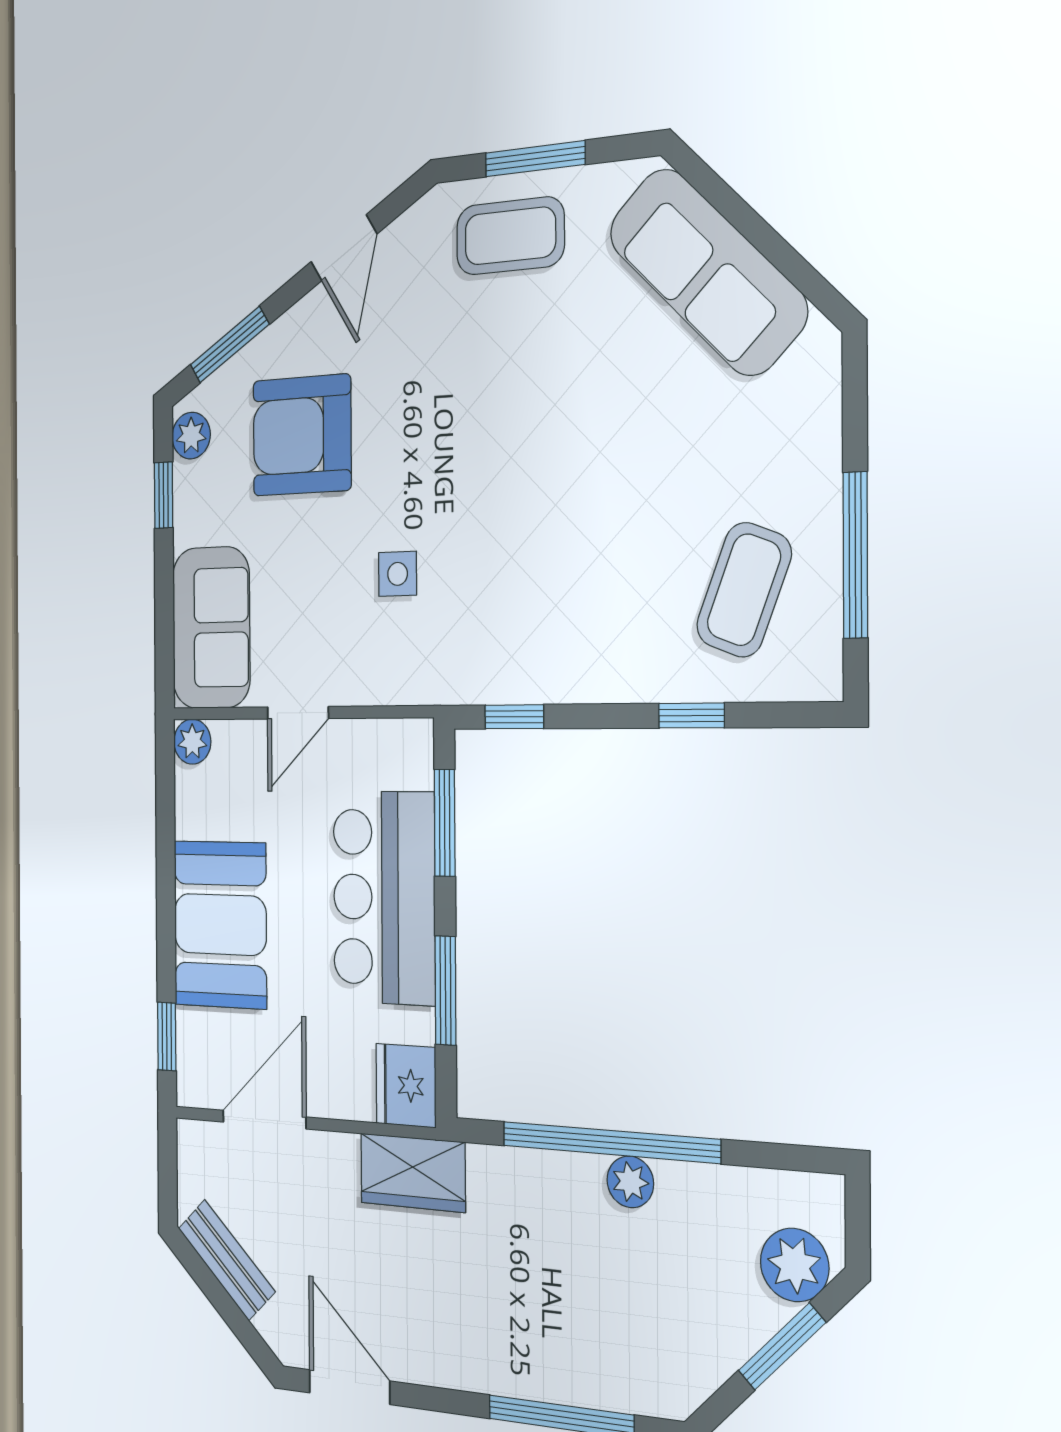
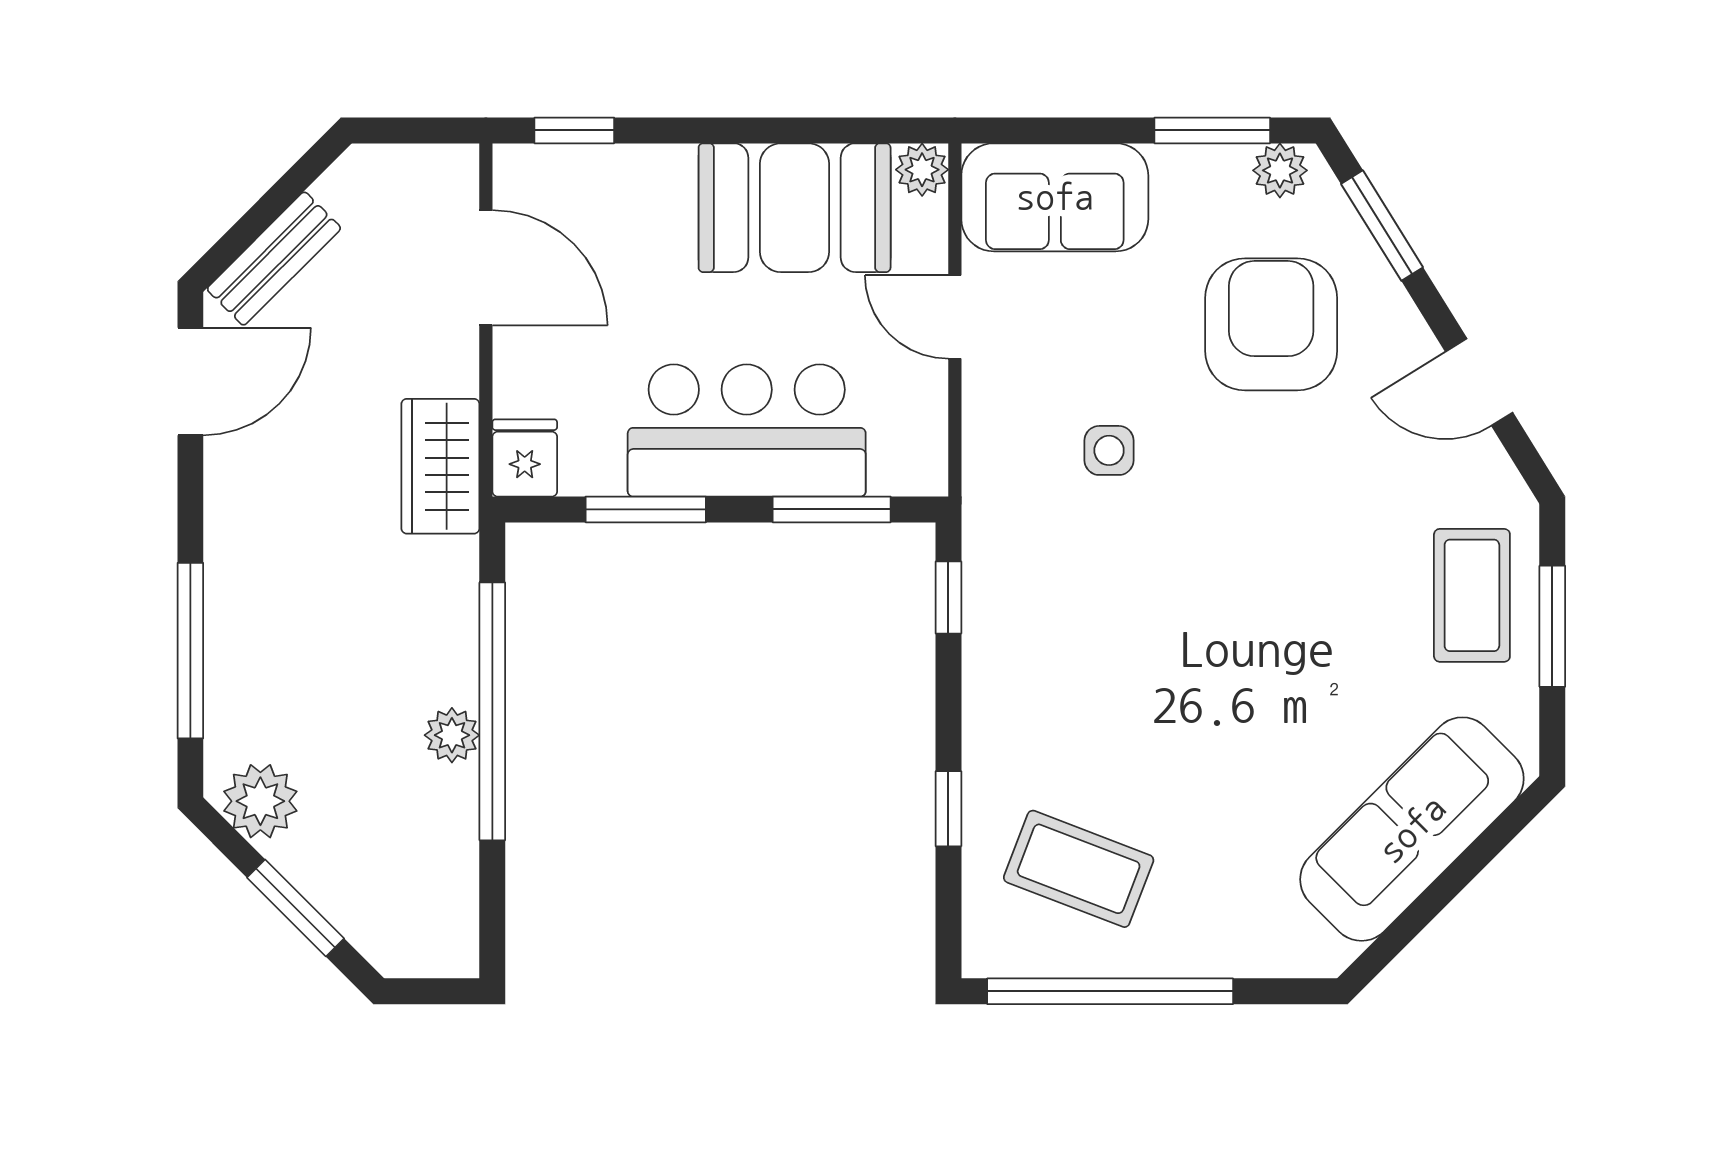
window: (164, 495) -> (1212, 130), width x1.50
window: (855, 555) -> (1110, 991), width x1.46
booth: (220, 924) -> (795, 208), moved
fridge: (406, 1086) -> (525, 458), width x0.72
bench: (227, 1260) -> (274, 259), moved
plant: (795, 1265) -> (260, 801), moved

